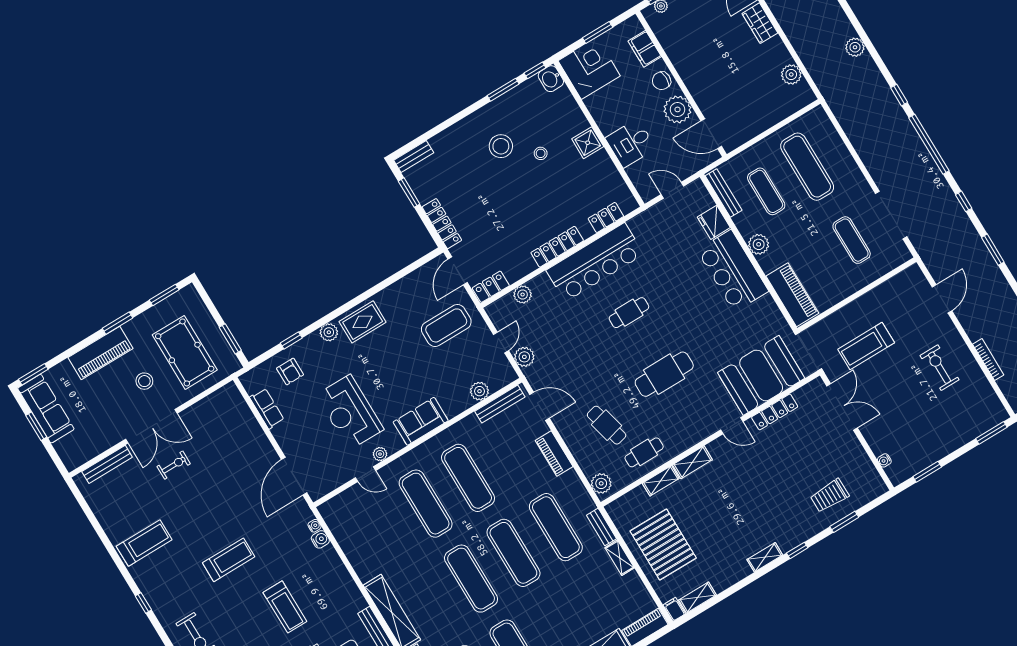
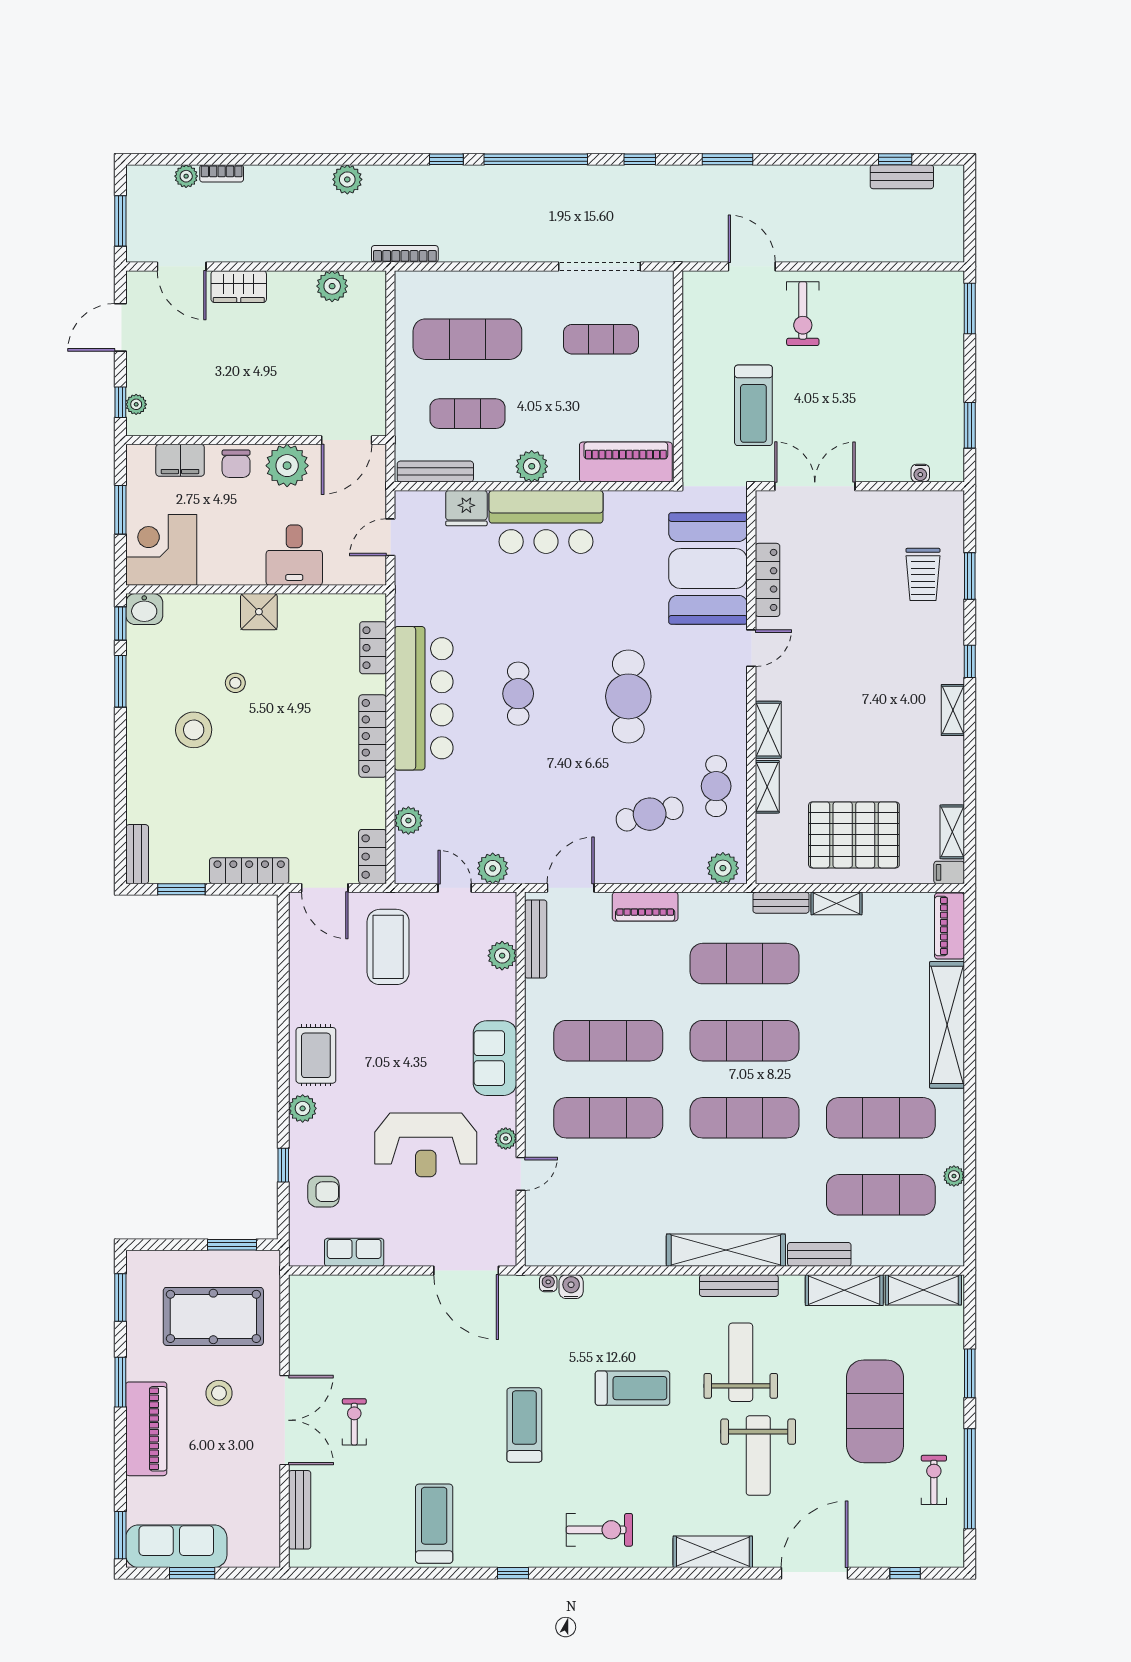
bookcase: (988, 360) -> (405, 254), moved
exercise bike: (940, 368) -> (803, 314), moved, turned -90

